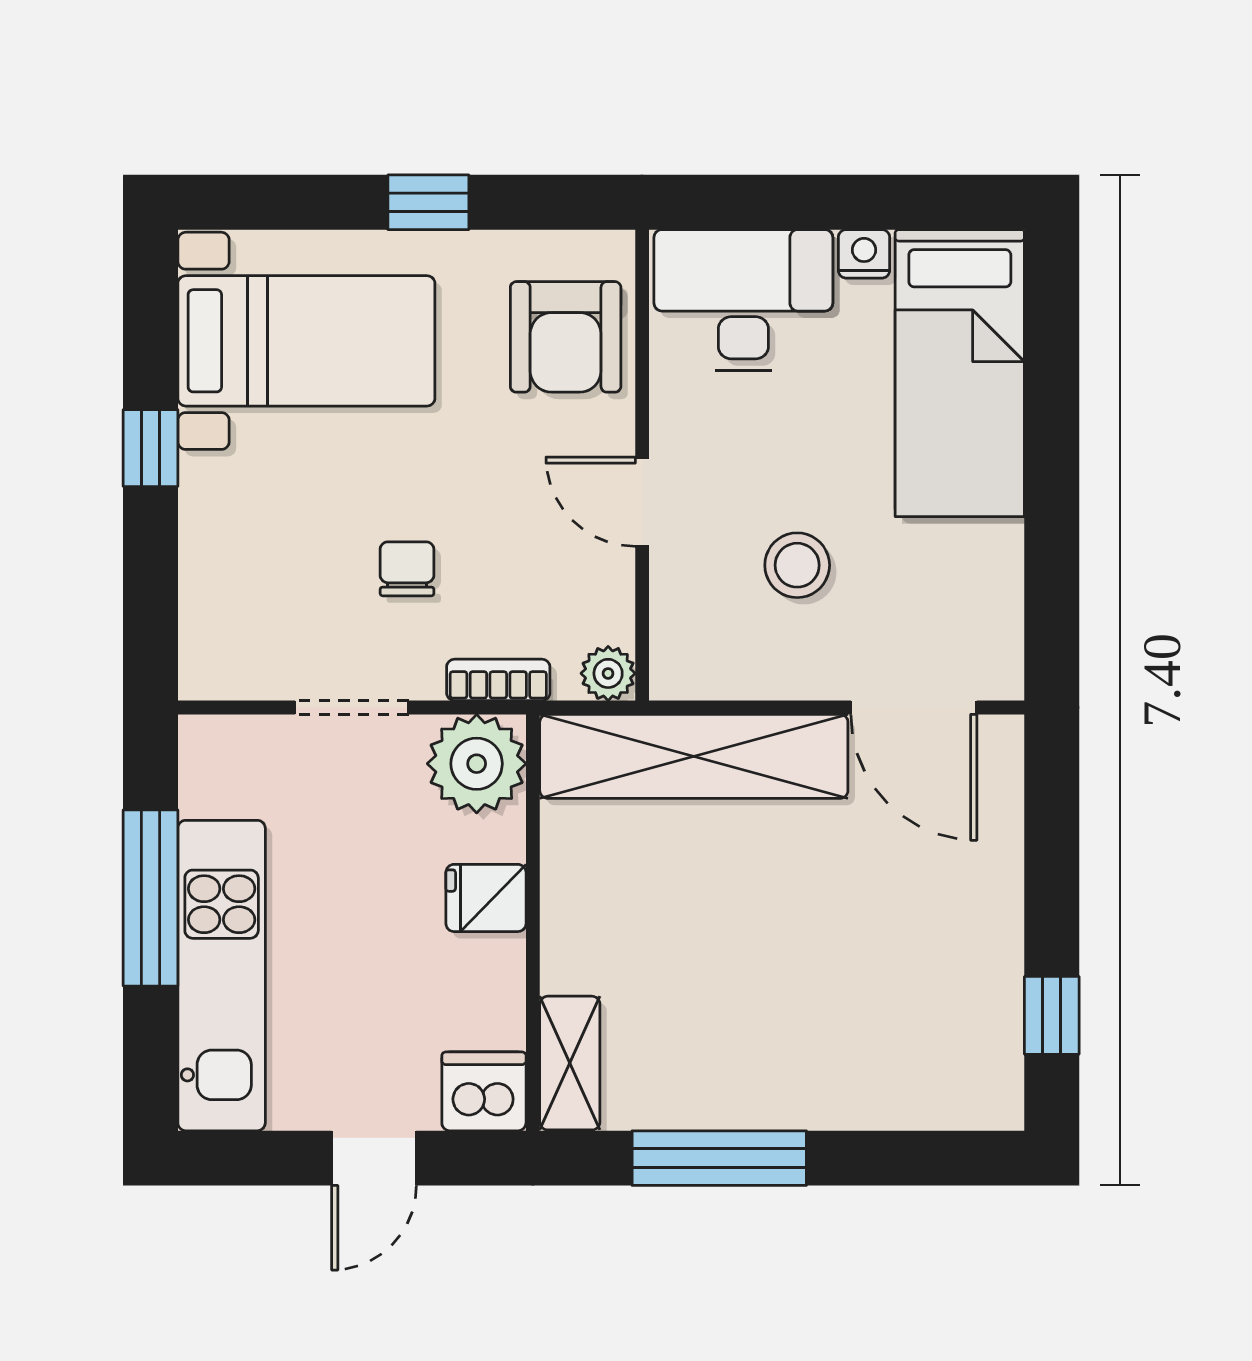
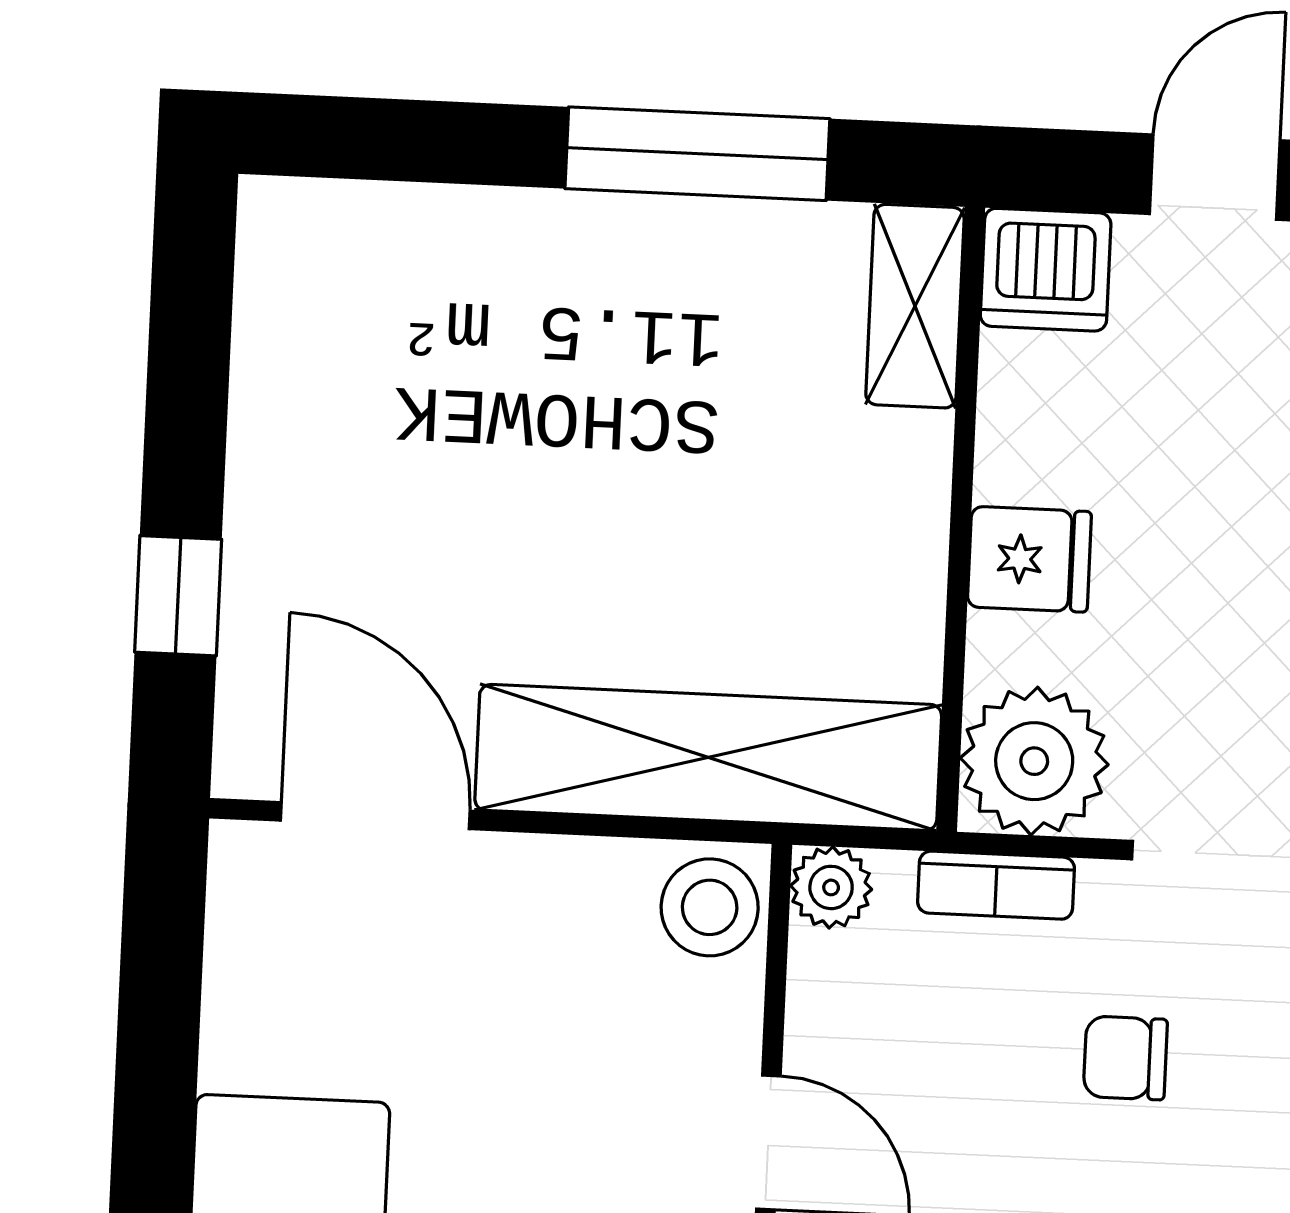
stool: (797, 565) -> (710, 907), moved
chair: (407, 569) -> (1125, 1058), turned 90
window: (1052, 1015) -> (178, 596), moved

